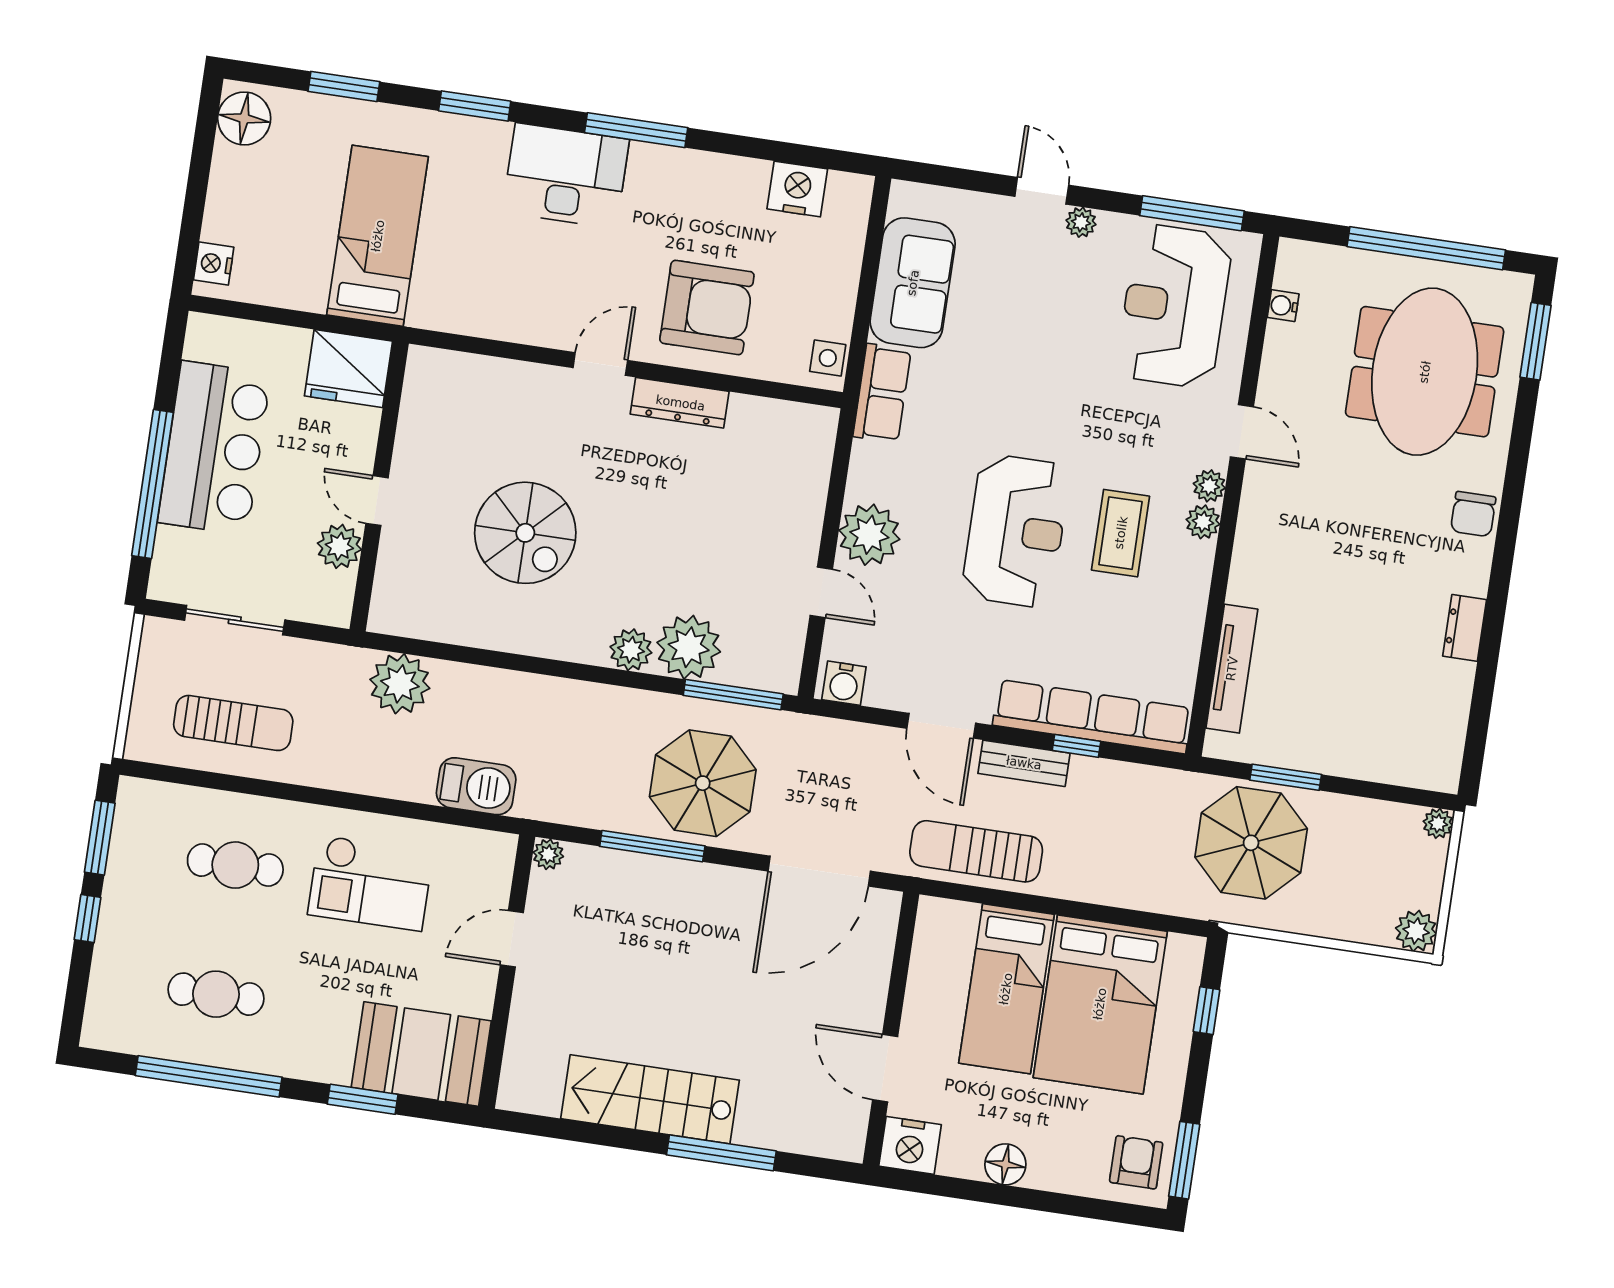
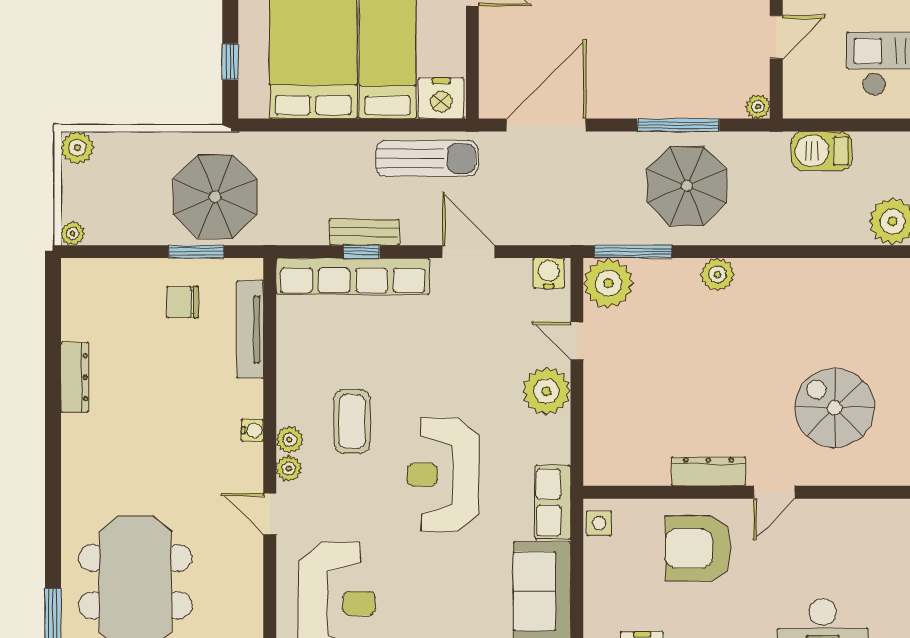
water cooler: (1283, 306) -> (253, 430), moved
chair: (1473, 514) -> (183, 302), moved, turned -90
reception desk: (1016, 531) -> (443, 475), moved
spiral stairs: (525, 533) -> (835, 408), moved
dresser: (1465, 628) -> (75, 377), width x1.44
plant: (689, 647) -> (608, 283), moved
bench: (1024, 763) -> (364, 232), moved
parasol: (703, 783) -> (687, 186), moved
nightstand: (947, 925) -> (441, 98), added

